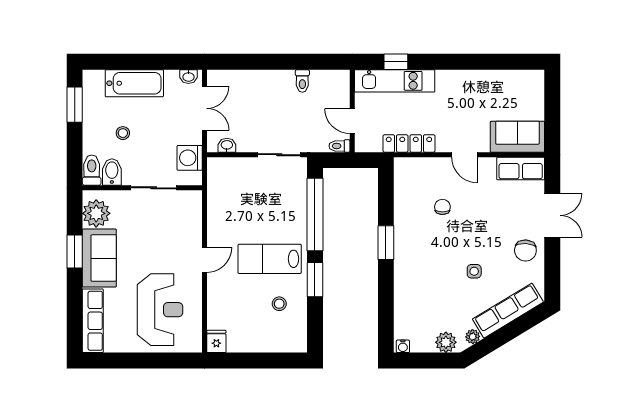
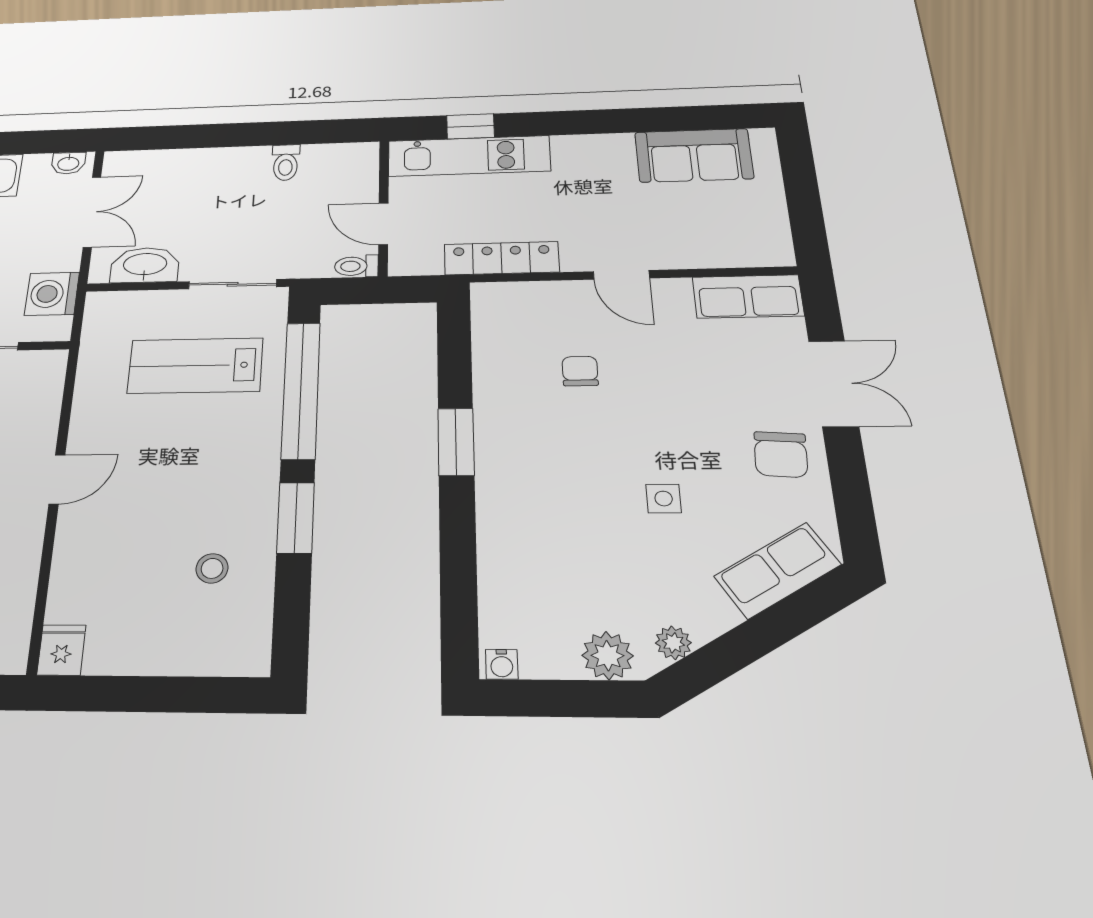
sofa: (517, 137) -> (694, 155), moved, turned 180
washbasin: (227, 145) -> (145, 265), width x1.91, depth x1.45
lab bench: (270, 259) -> (195, 366), moved
row of seats: (508, 311) -> (777, 570), width x0.68

